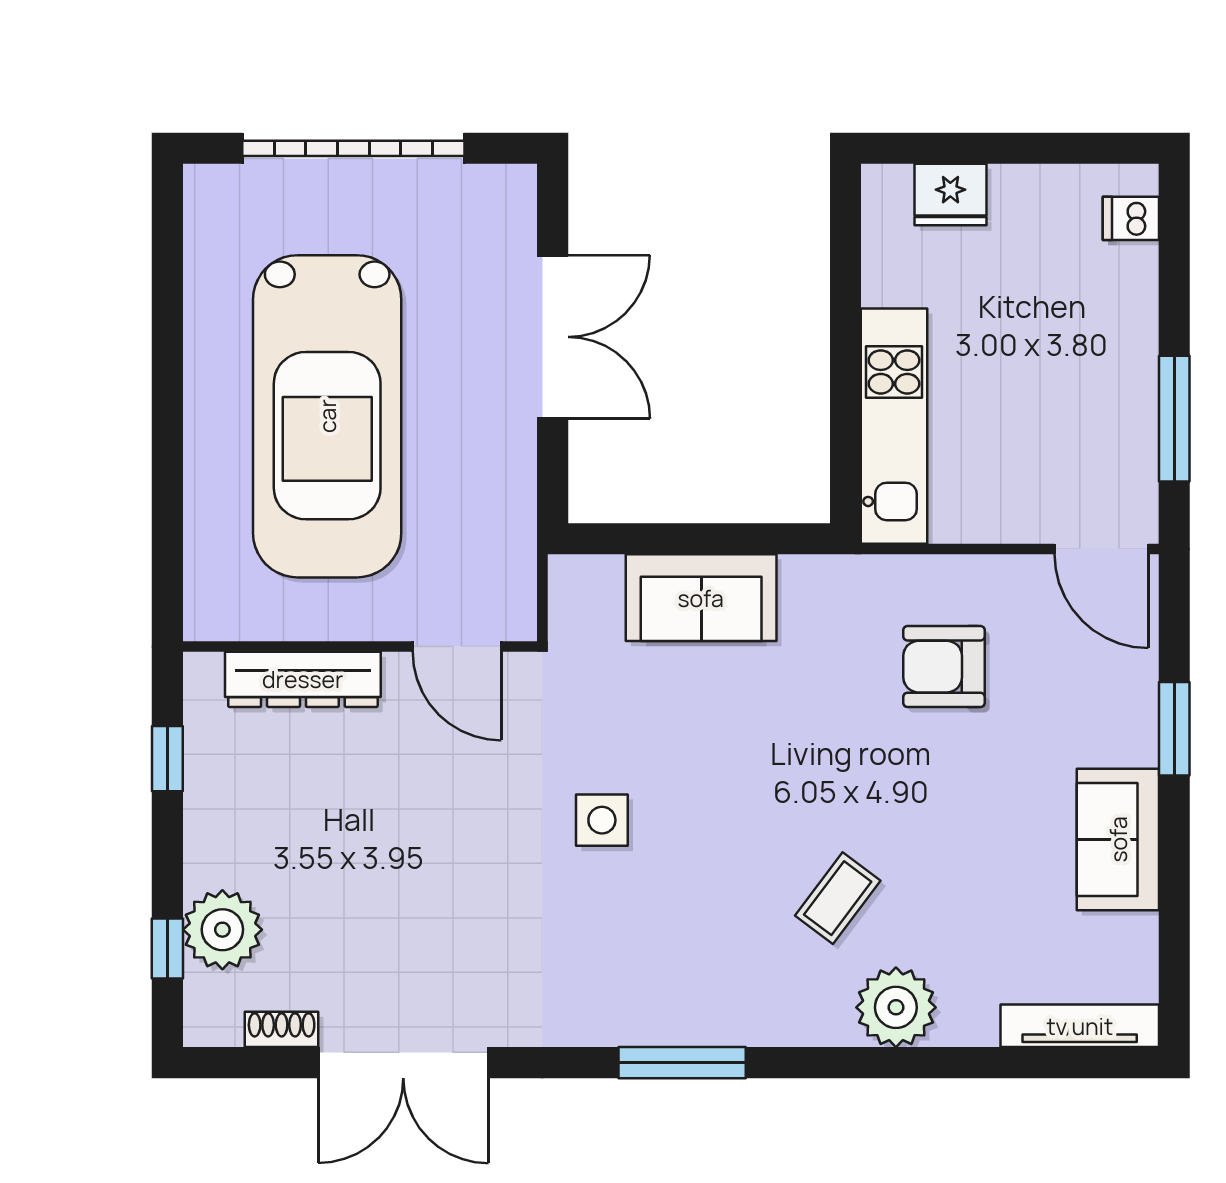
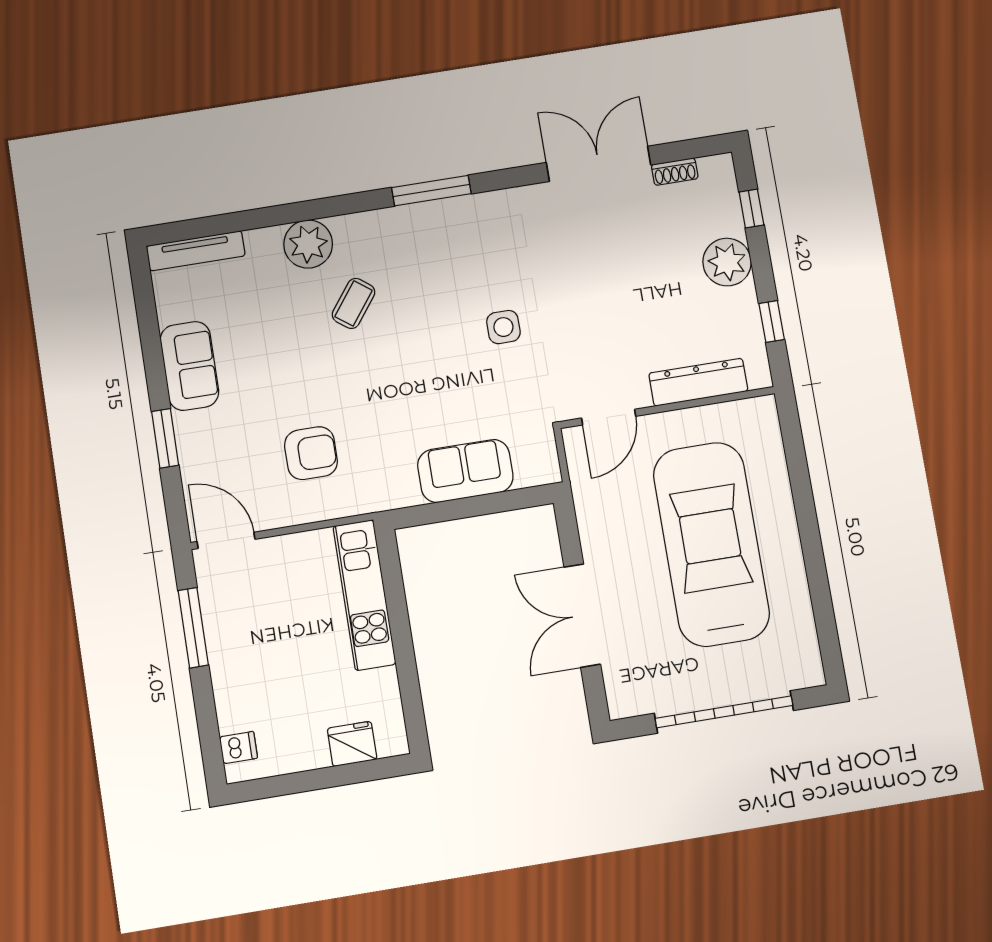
door: (457, 647) -> (609, 417), swing flipped
plant: (222, 930) -> (727, 262), moved

